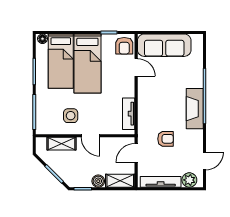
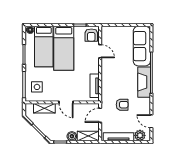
sofa: (164, 45) -> (142, 46), moved, turned 90
side table: (71, 116) -> (37, 87), moved
door: (205, 161) -> (151, 121), swing flipped

